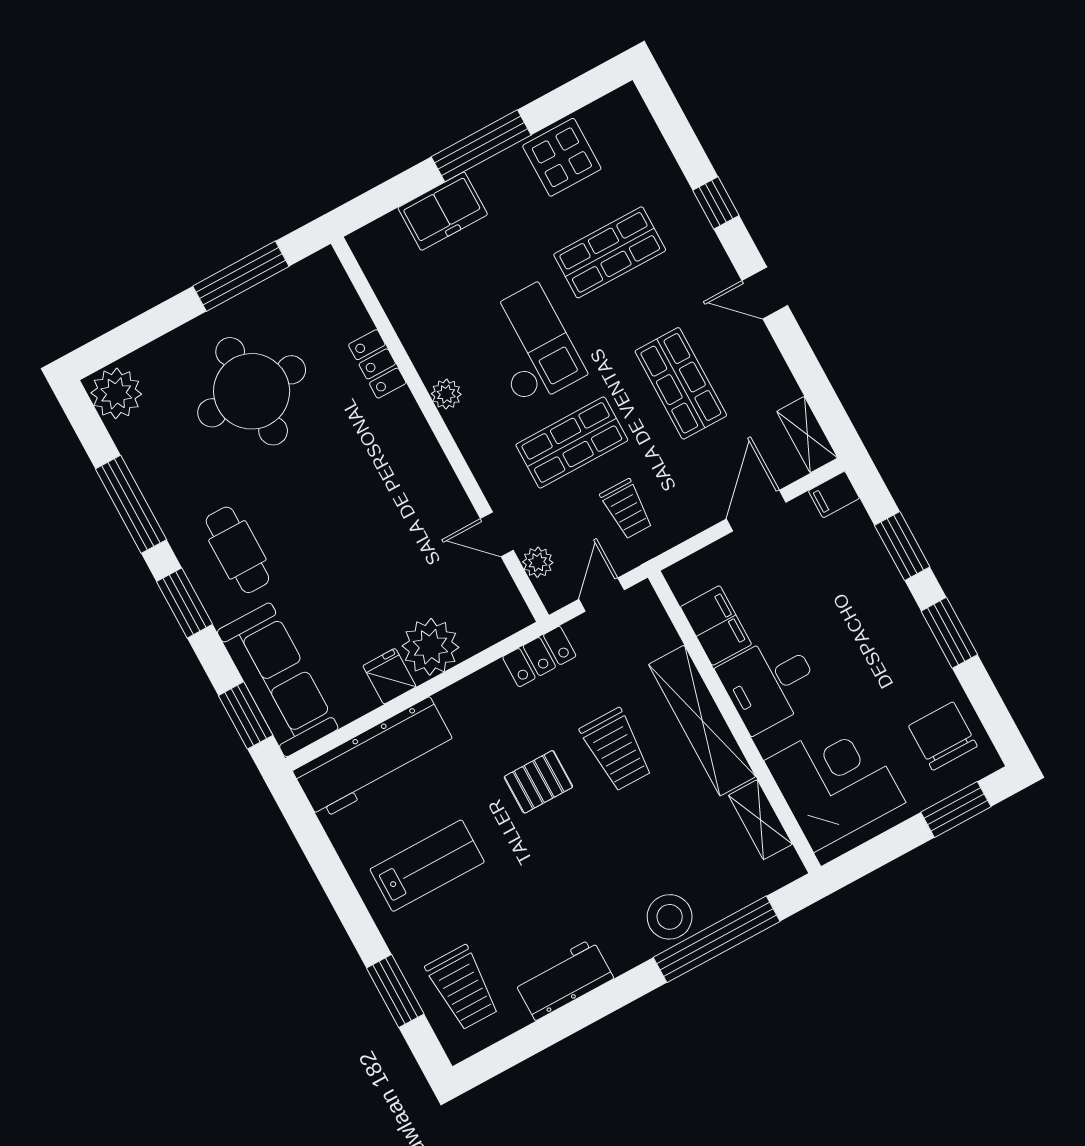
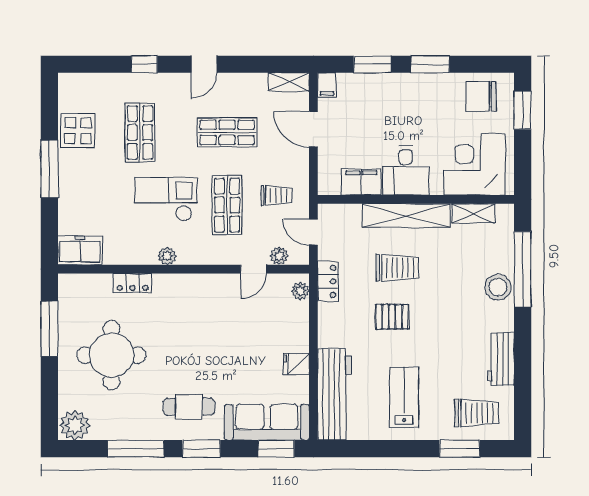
freezer: (443, 211) -> (80, 250), moved, turned -90
plant: (430, 647) -> (300, 291), moved, width x0.53, depth x0.53
pallet: (538, 782) -> (392, 317), turned 90

